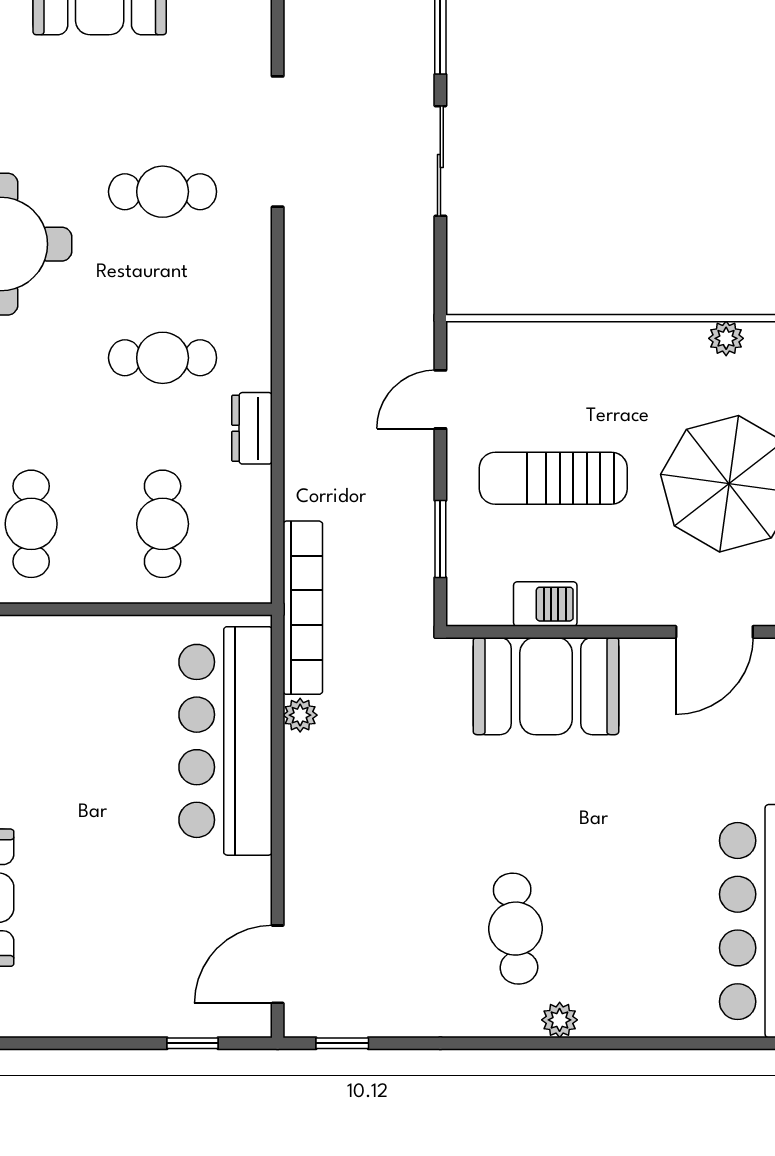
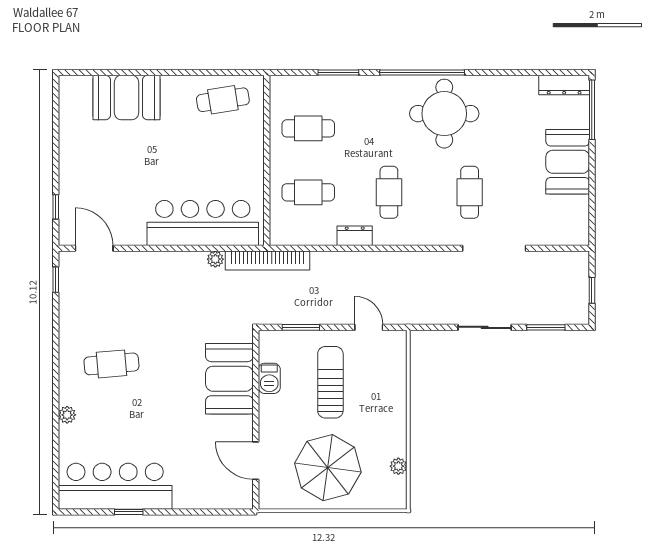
plant: (560, 1020) -> (67, 415), moved

